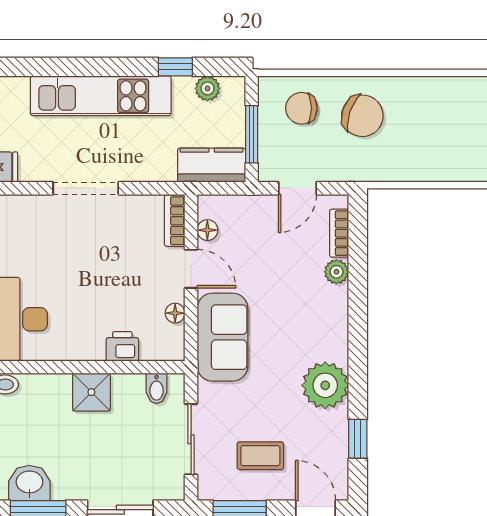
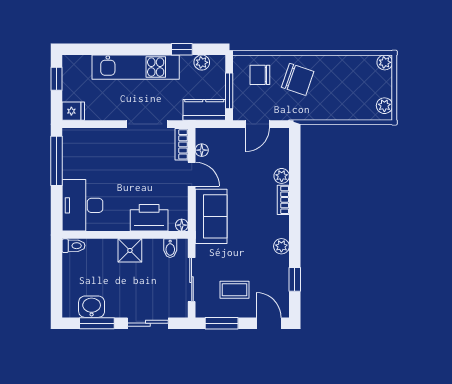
doorway: (86, 188) -> (147, 124), moved
bookcase: (339, 233) -> (283, 200), moved
floor lamp: (175, 313) -> (182, 225), moved
printer: (122, 346) -> (149, 218), width x1.87, depth x1.48
plant: (325, 385) -> (281, 246), width x0.53, depth x0.53

